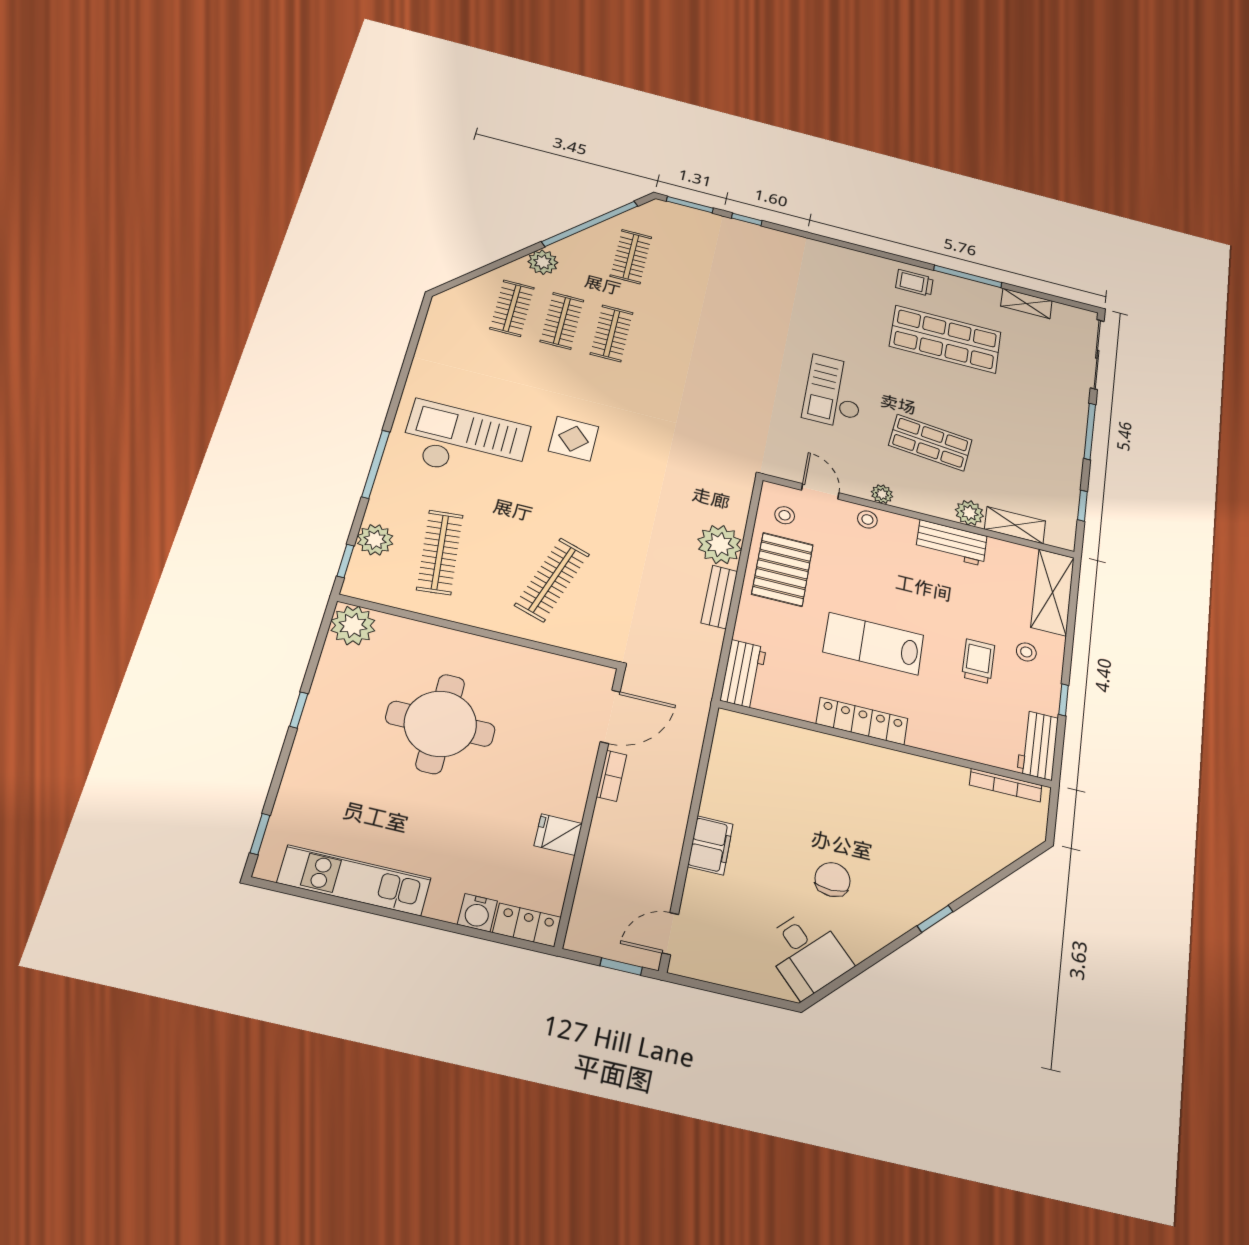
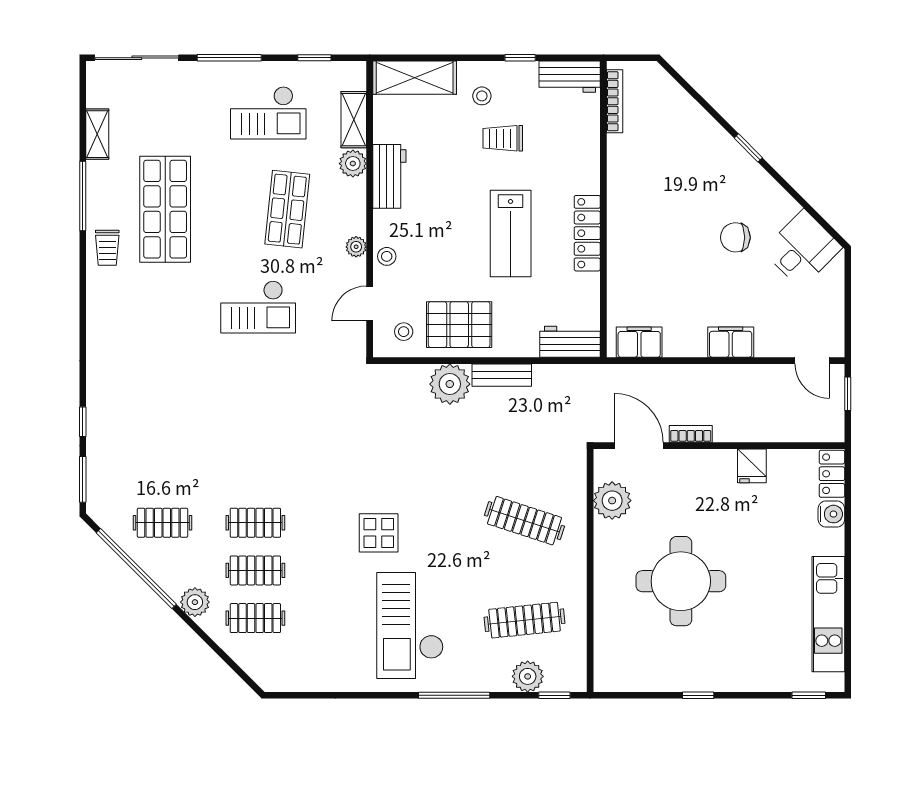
checkout: (1031, 451) -> (268, 113), added
plant: (353, 626) -> (612, 501), moved
filing cabinet: (729, 746) -> (639, 342), added

